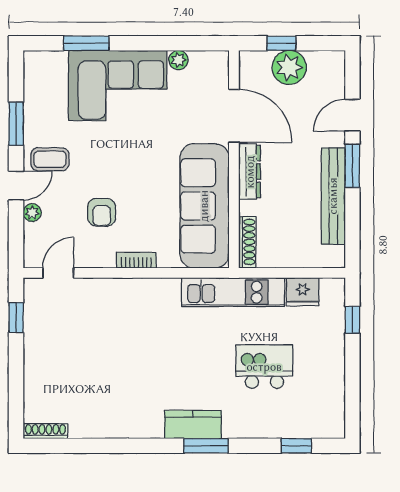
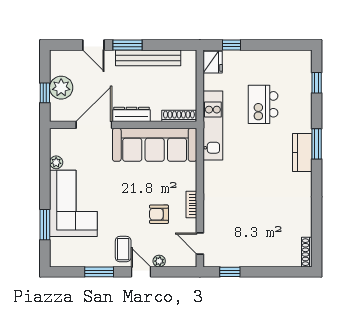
armchair: (102, 212) -> (159, 214), turned 180
bookcase: (136, 260) -> (191, 205), moved
fridge: (303, 292) -> (213, 62), moved

